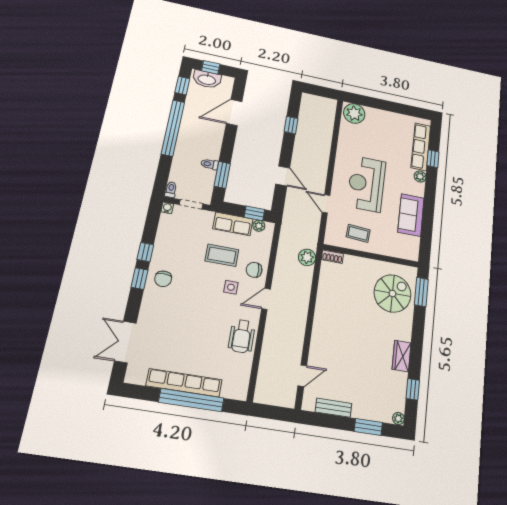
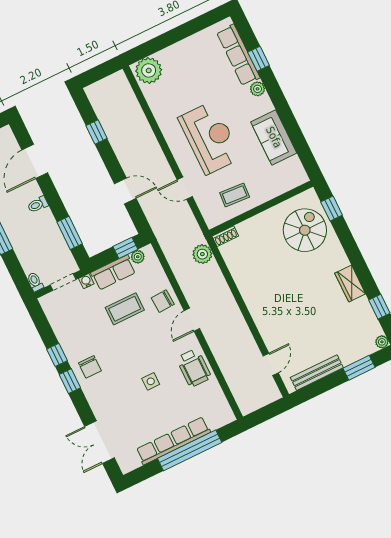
toilet: (210, 164) -> (38, 204), moved
reception desk: (366, 184) -> (210, 138), turned 180
water cooler: (167, 208) -> (86, 281), moved
side table: (231, 287) -> (151, 381), moved
window: (421, 292) -> (332, 209), width x0.67
bench: (334, 408) -> (317, 373), width x1.36

